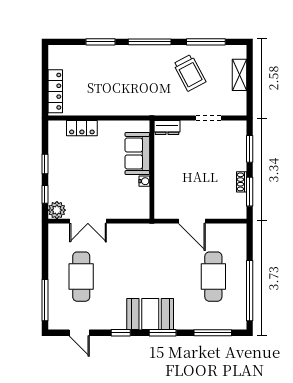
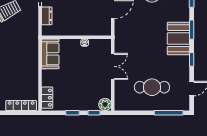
locker: (82, 128) -> (47, 98), moved
dresser: (167, 128) -> (47, 16), moved
sofa: (137, 153) -> (50, 54), moved, turned -90
double door: (88, 221) -> (113, 66), moved

